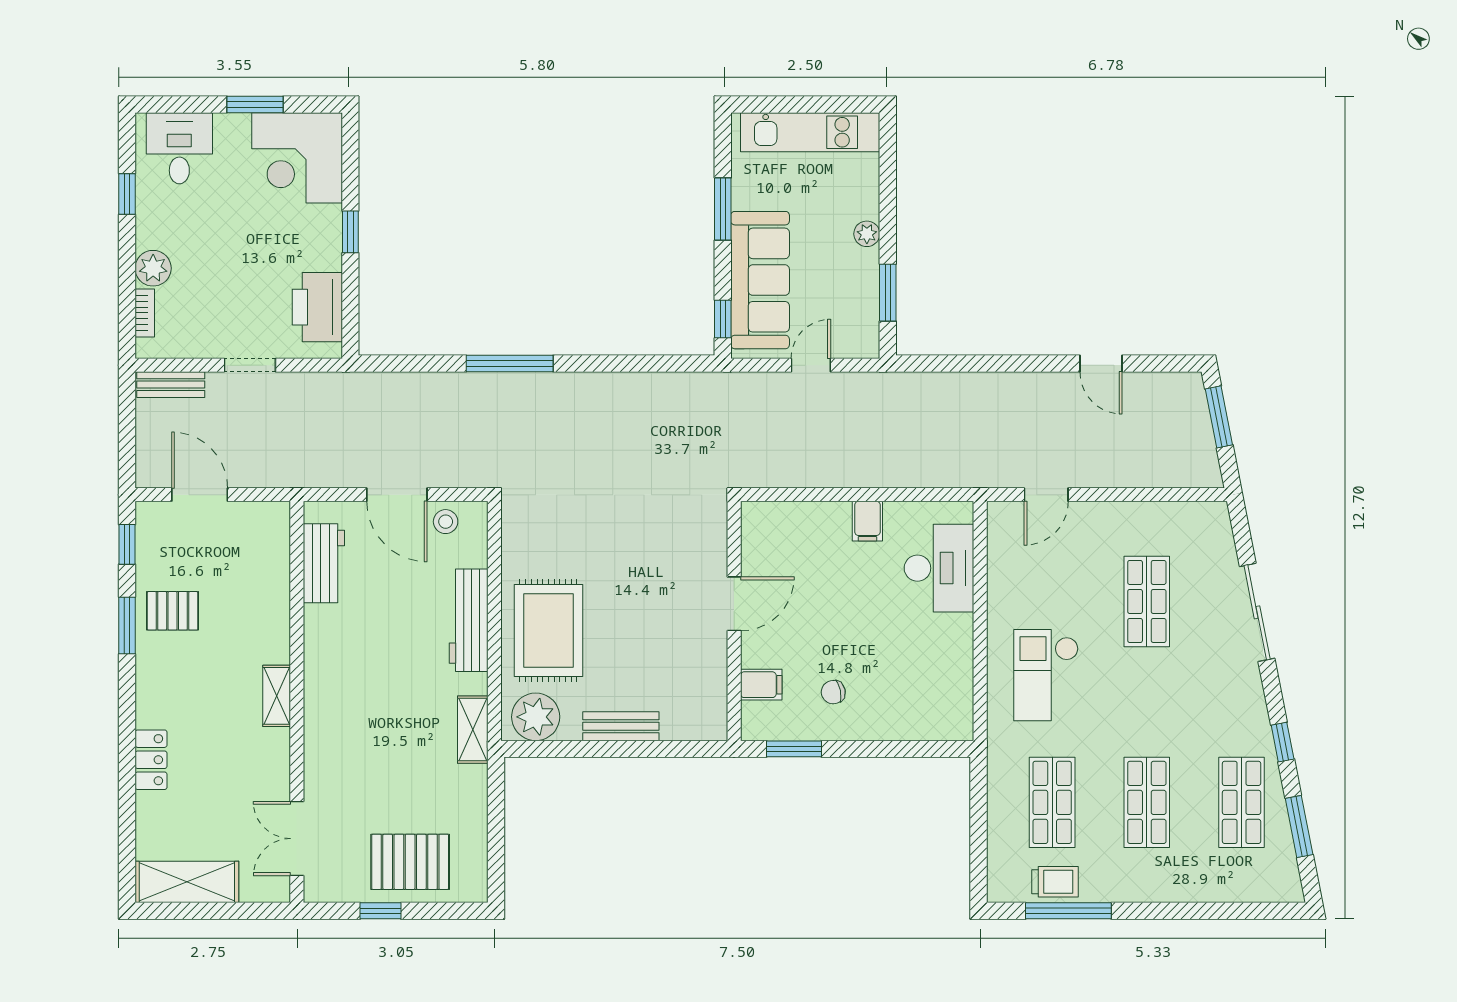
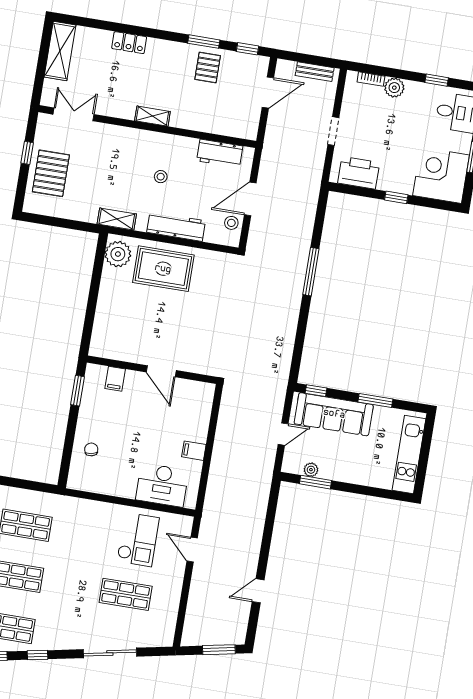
plant: (867, 234) -> (311, 470), moved
door: (811, 365) -> (283, 434), hinge flipped
bench: (171, 385) -> (315, 72), moved, turned 90
stool: (383, 663) -> (161, 177), added
checkout: (1046, 675) -> (138, 539), moved, turned 90
chair: (833, 692) -> (91, 449), moved
bench: (621, 726) -> (105, 299), removed

